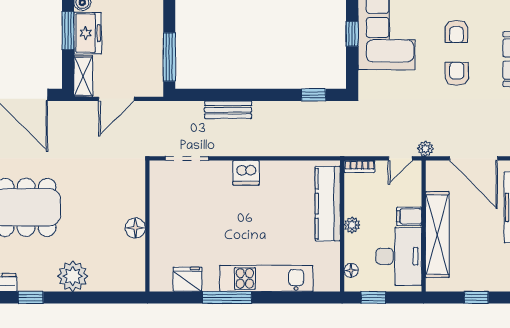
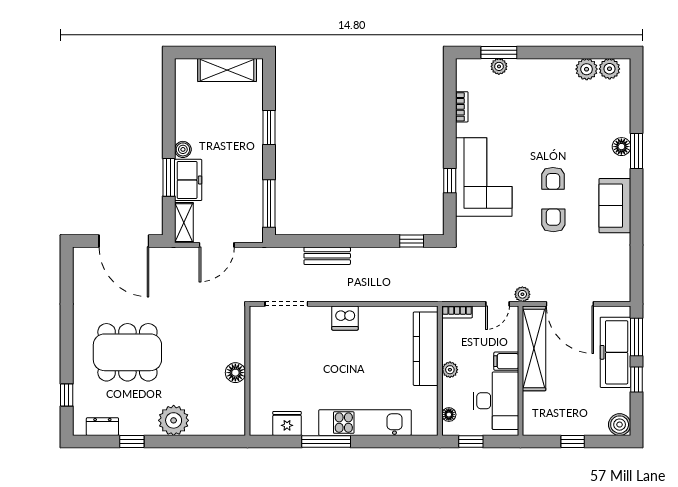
shelving: (437, 235) -> (534, 348), moved

